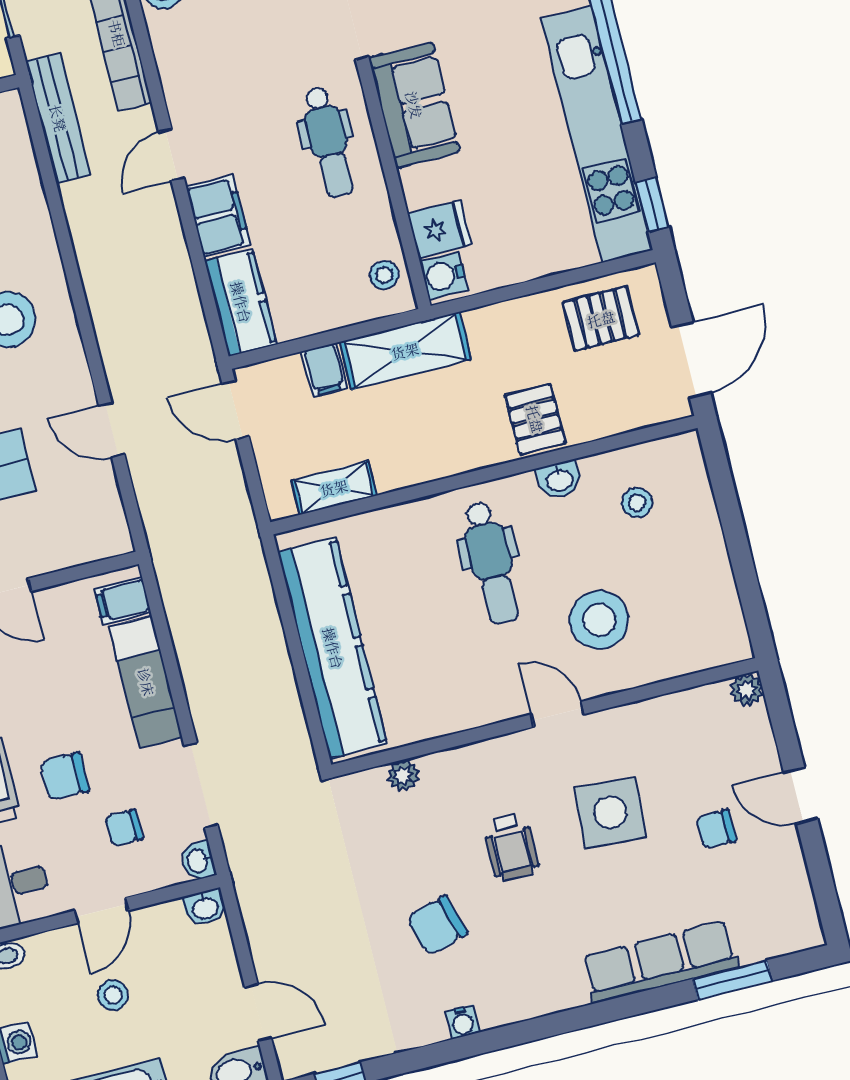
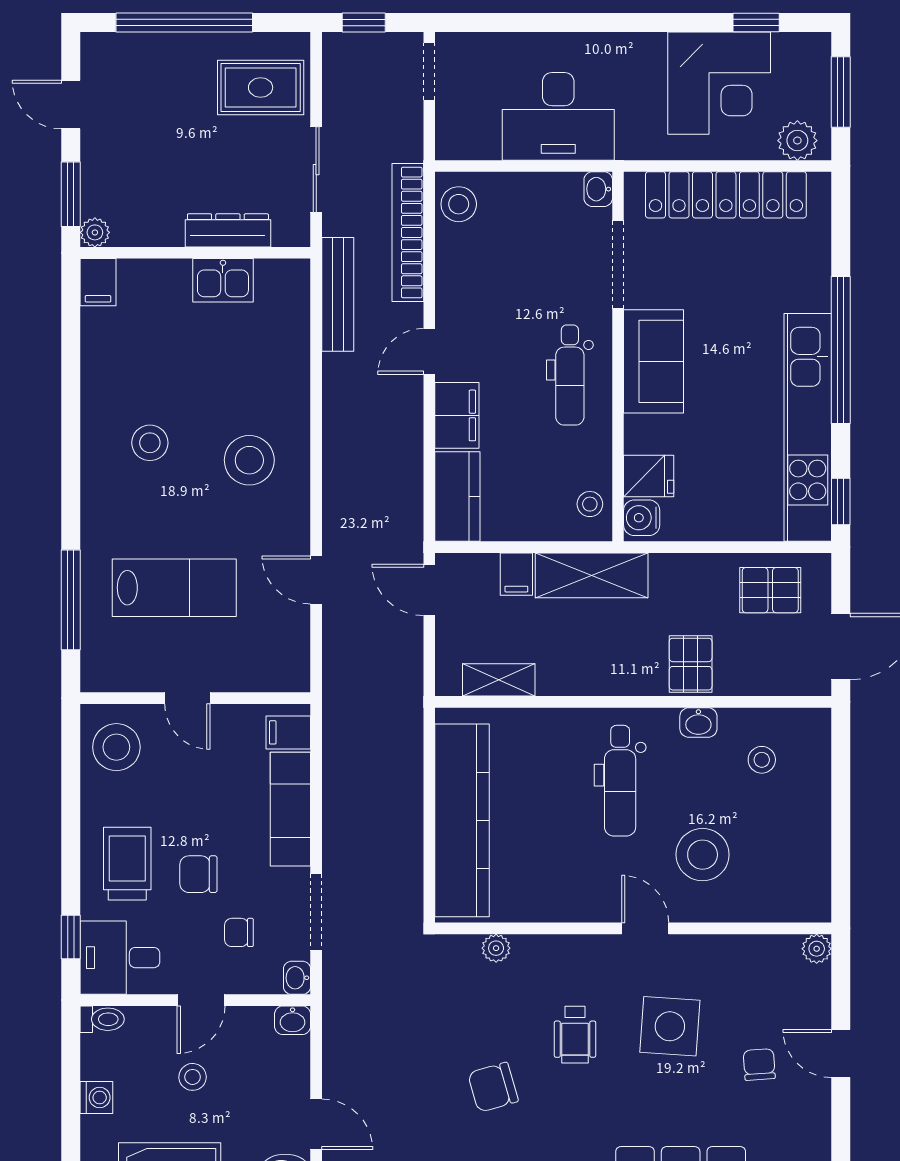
chair: (716, 829) -> (759, 1064), turned 86

